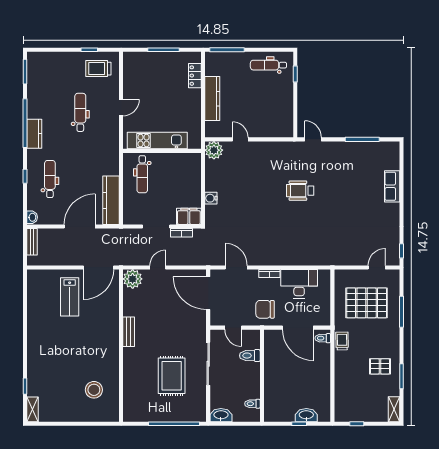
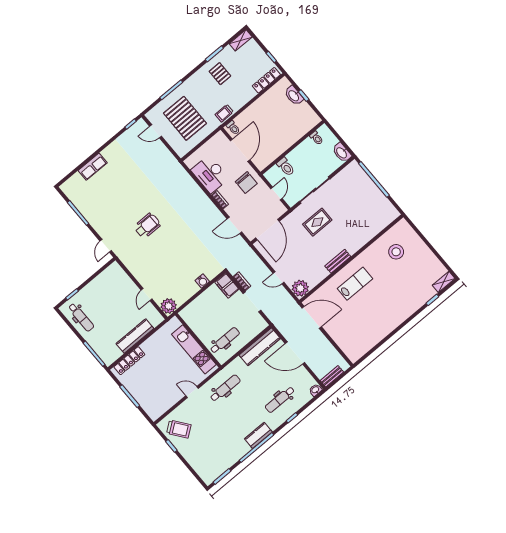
trolley: (98, 69) -> (179, 429), turned -37
locker: (195, 76) -> (129, 361), width x1.53
dental chair: (80, 112) -> (225, 388), moved, turned 180
wheelchair: (300, 191) -> (147, 226), turned -90
door: (236, 267) -> (234, 225), hinge flipped
lab bench: (70, 297) -> (355, 284), moved
rug: (172, 376) -> (317, 222), moved, width x0.73, depth x0.70
locker: (340, 402) -> (266, 80), added

